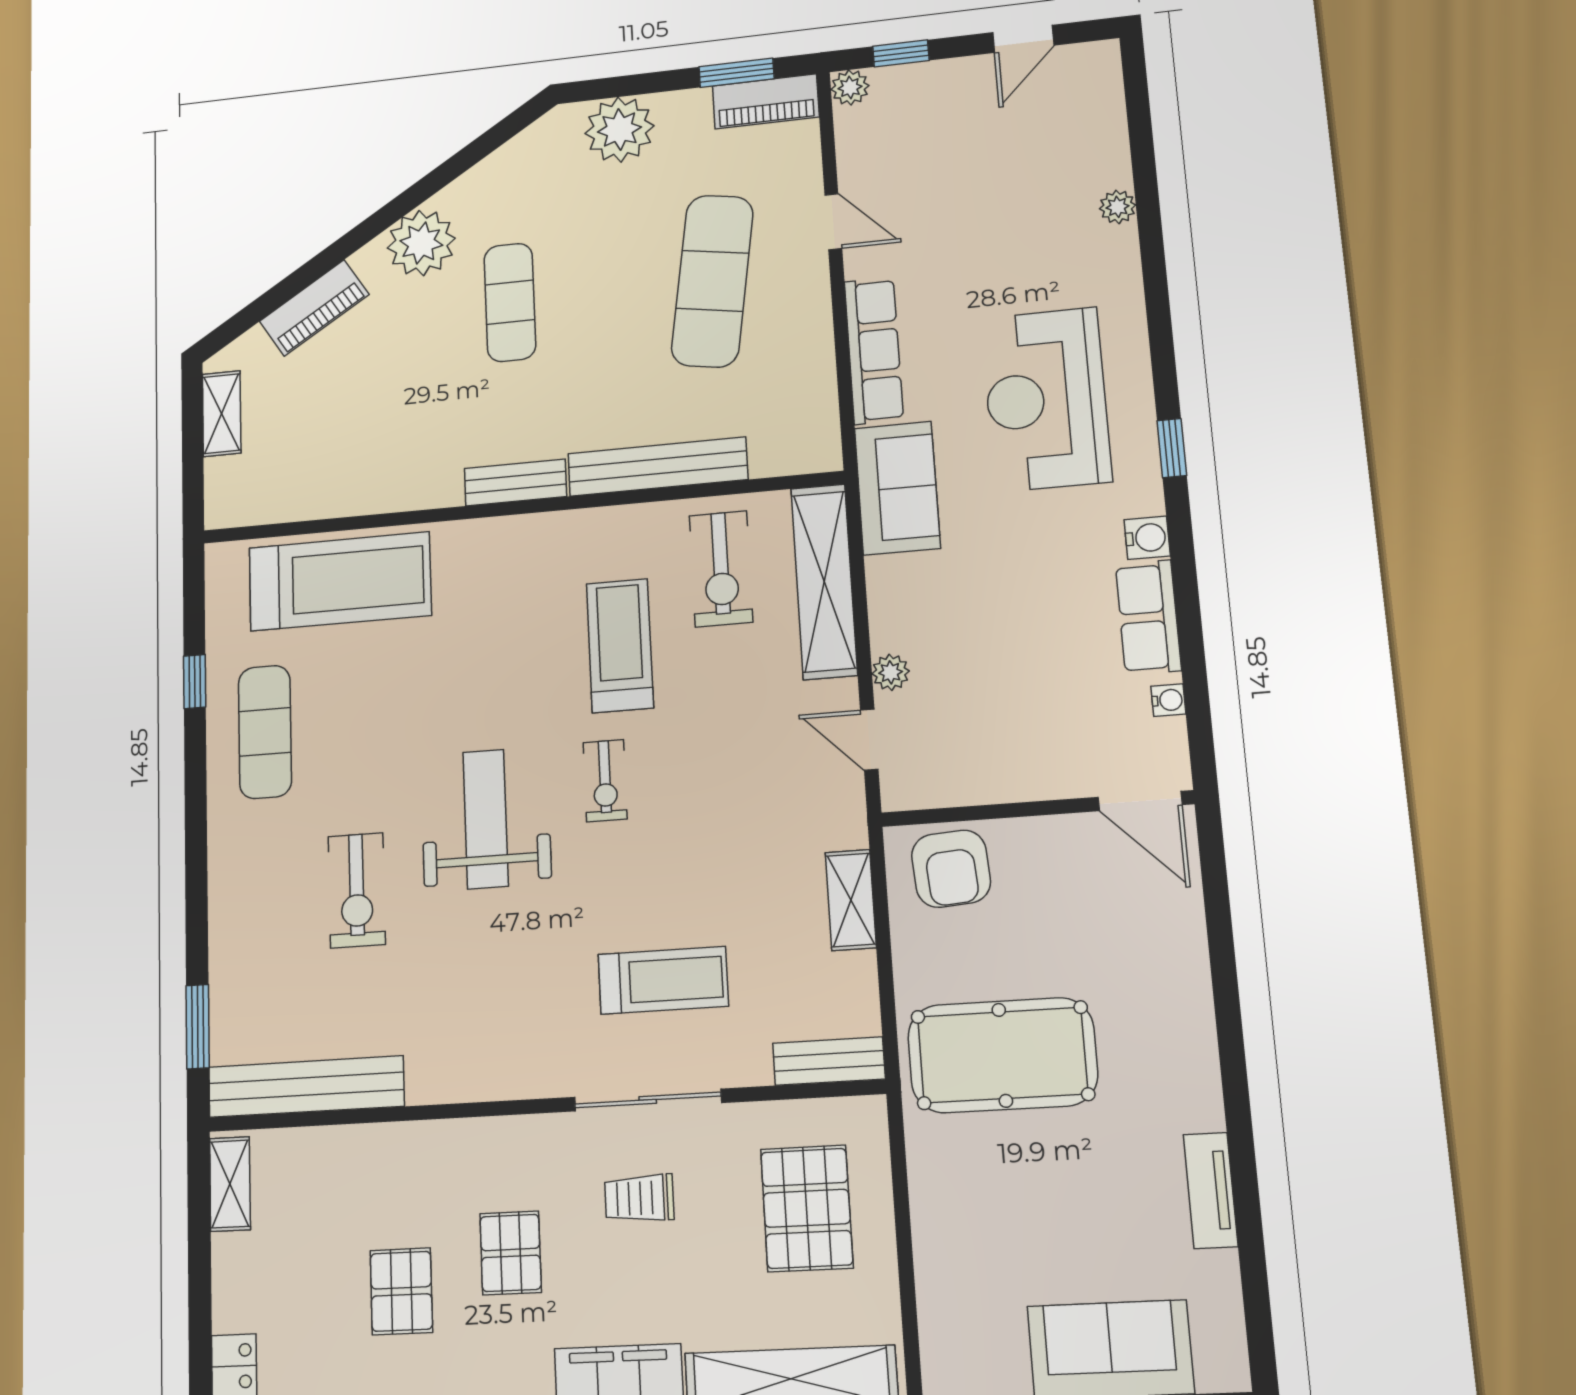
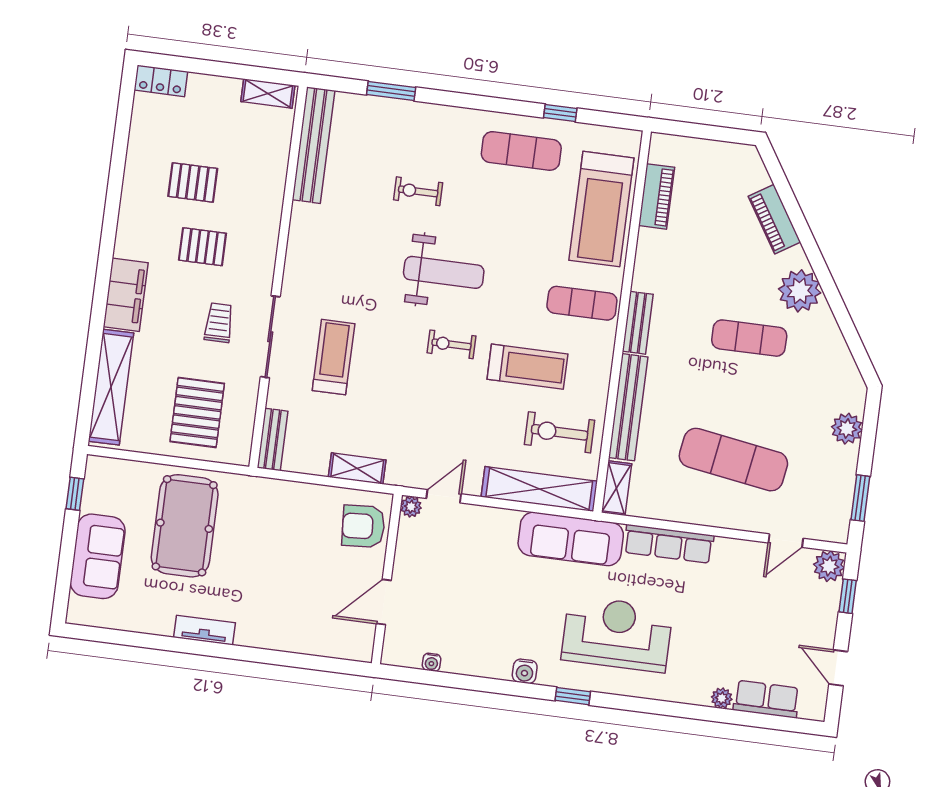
plant: (850, 87) -> (829, 566), width x1.38, depth x1.38
piano: (766, 101) -> (657, 196), moved, turned 180
plant: (620, 130) -> (847, 429), width x0.73, depth x0.73
door: (833, 222) -> (786, 541), moved
shelving: (222, 414) -> (616, 488), moved, turned 90
sofa: (897, 488) -> (571, 539), width x1.36
exercise mat: (499, 579) -> (582, 303), added
row of seats: (1148, 617) -> (766, 699), moved
plant: (891, 672) -> (411, 507), moved
door: (1140, 801) -> (384, 602), moved
exercise bike: (357, 890) -> (418, 191), width x0.73, depth x0.72
treadmill: (663, 980) -> (334, 357), turned 180
window: (198, 1027) -> (391, 91), moved
pool table: (1002, 1055) -> (185, 526), moved
tv unit: (1211, 1190) -> (204, 630), moved
pallet: (807, 1208) -> (197, 412), turned 90

